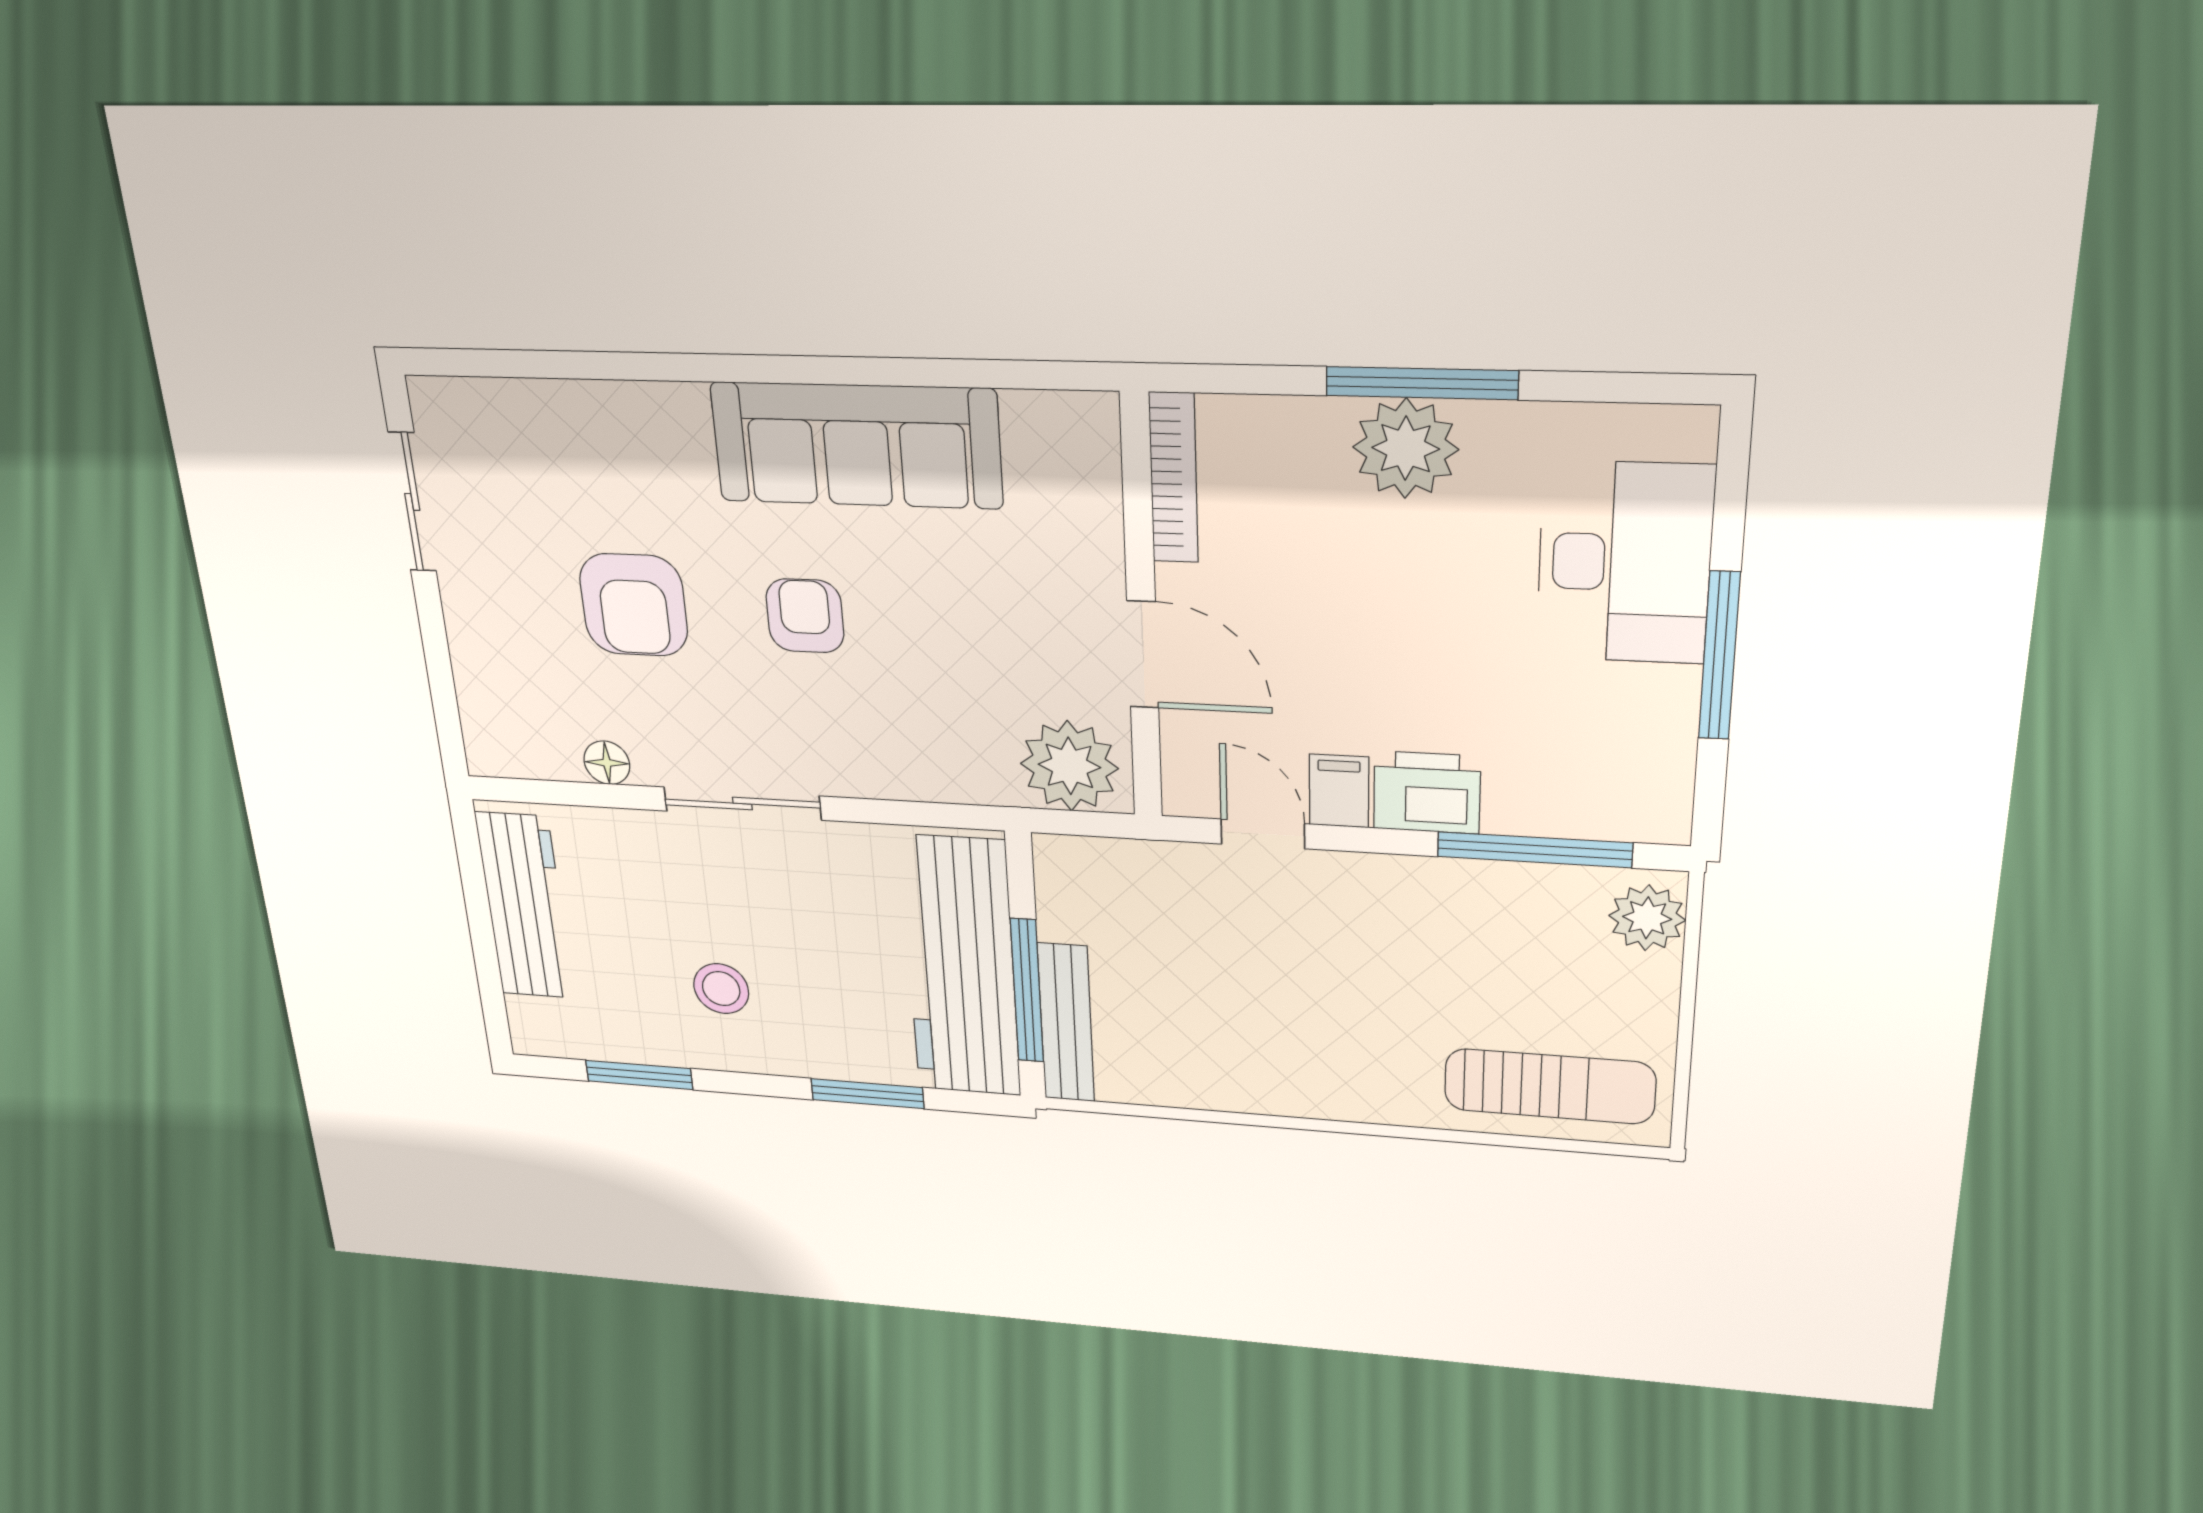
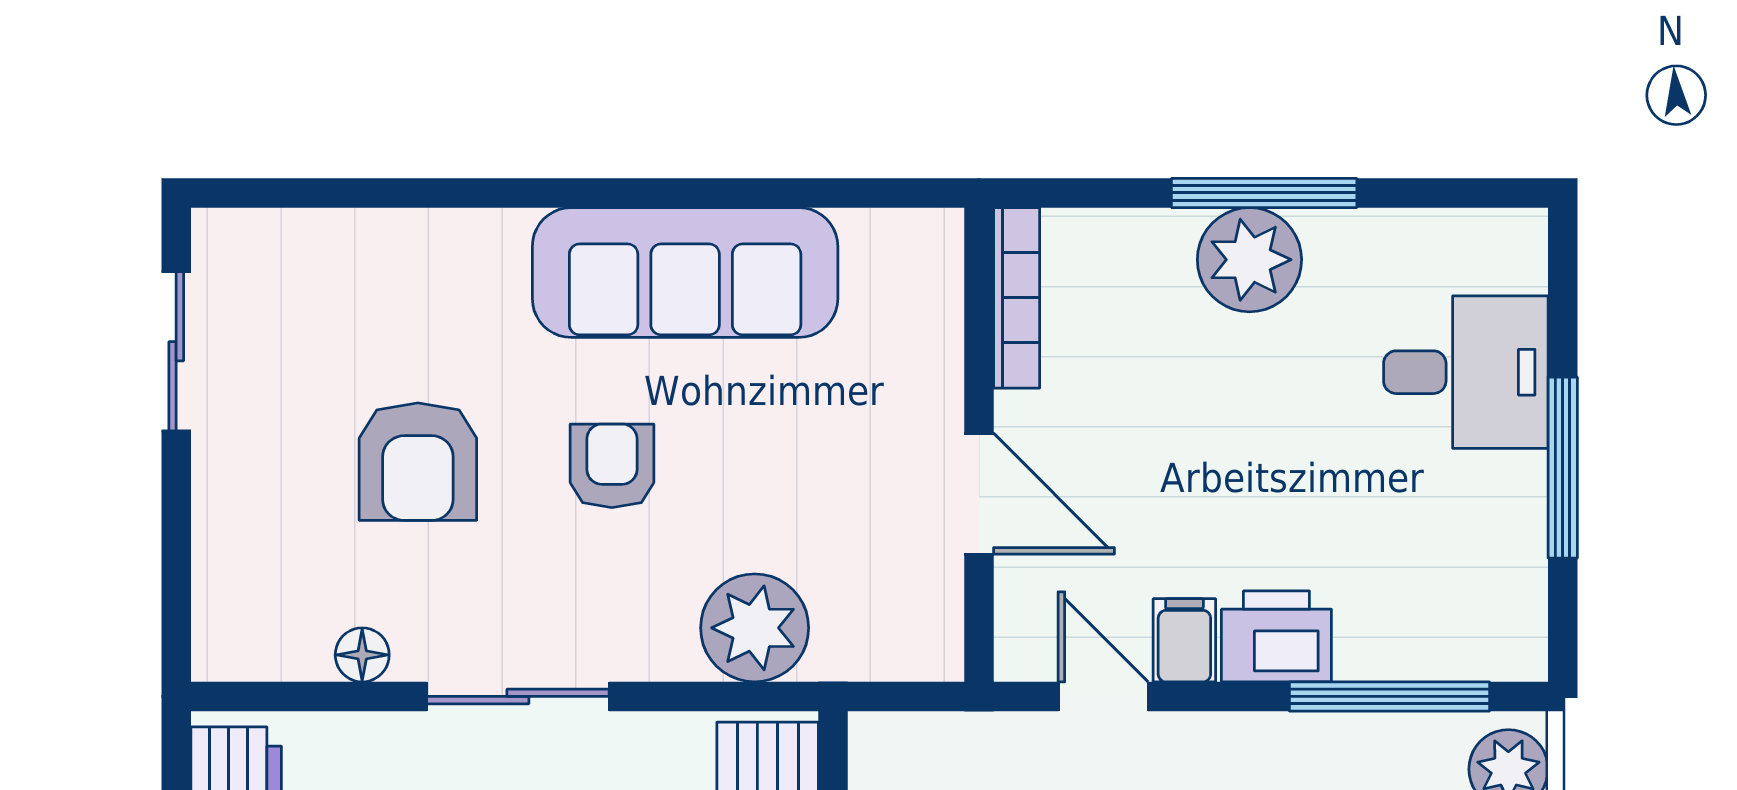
desk: (1624, 563) -> (1466, 372), width x0.73
plant: (1069, 766) -> (755, 628), moved

